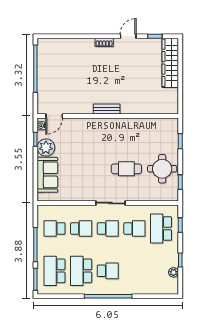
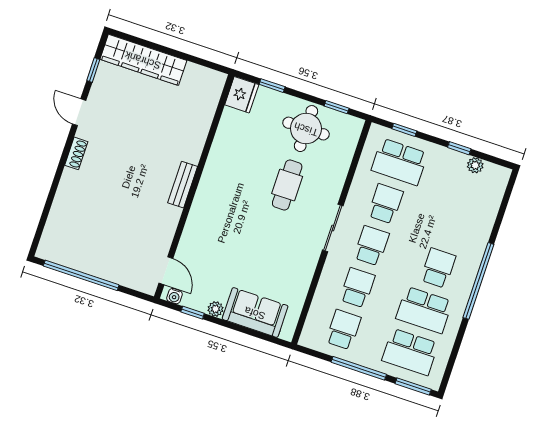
fridge: (169, 126) -> (242, 95), added
plant: (46, 147) -> (215, 309), width x0.53, depth x0.53
school desk: (55, 228) -> (343, 330), turned 180

